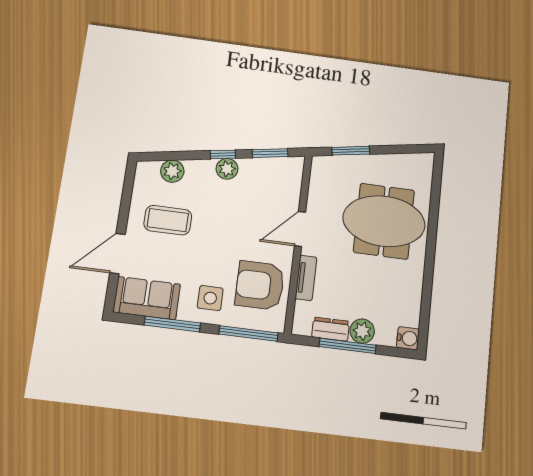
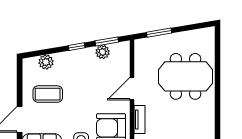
plant: (227, 169) -> (103, 52), moved

